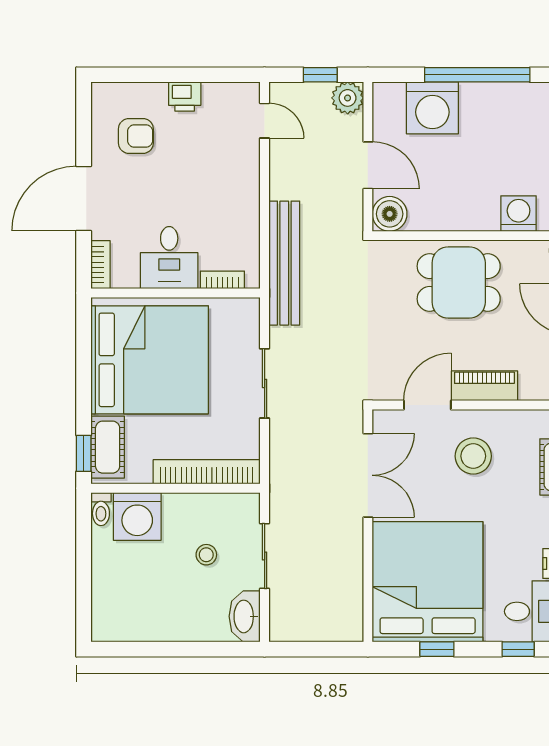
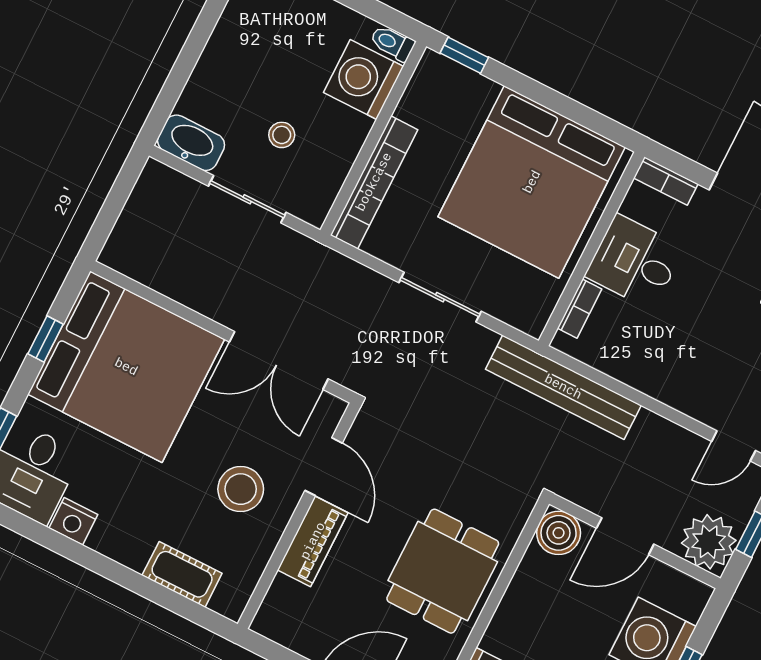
plant: (348, 98) -> (709, 542), width x1.36, depth x1.36
cot: (108, 447) -> (458, 86), removed

